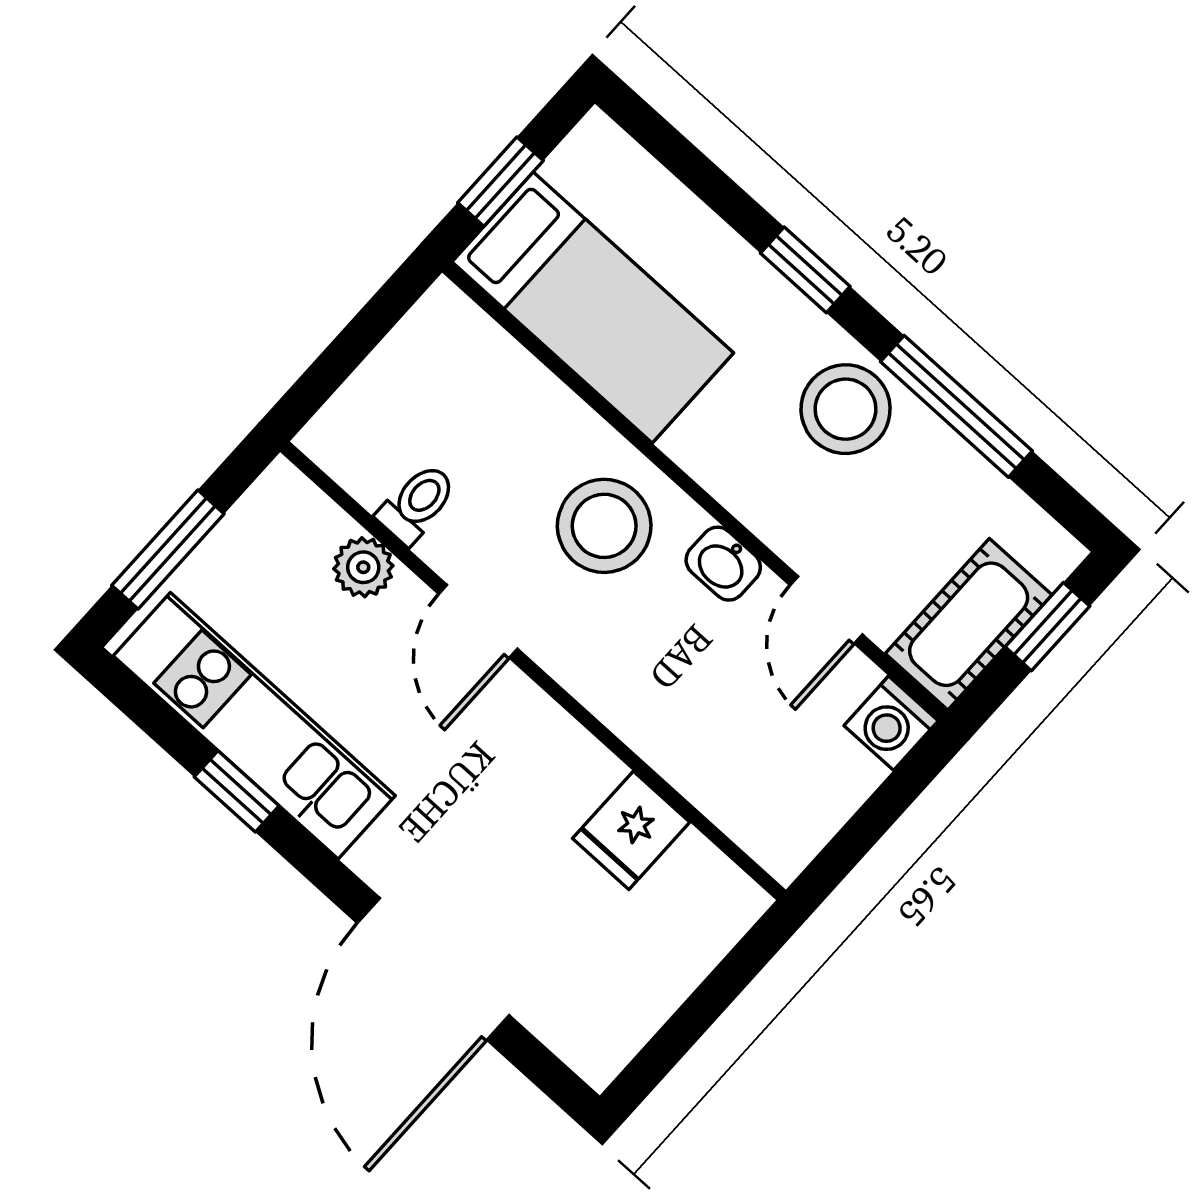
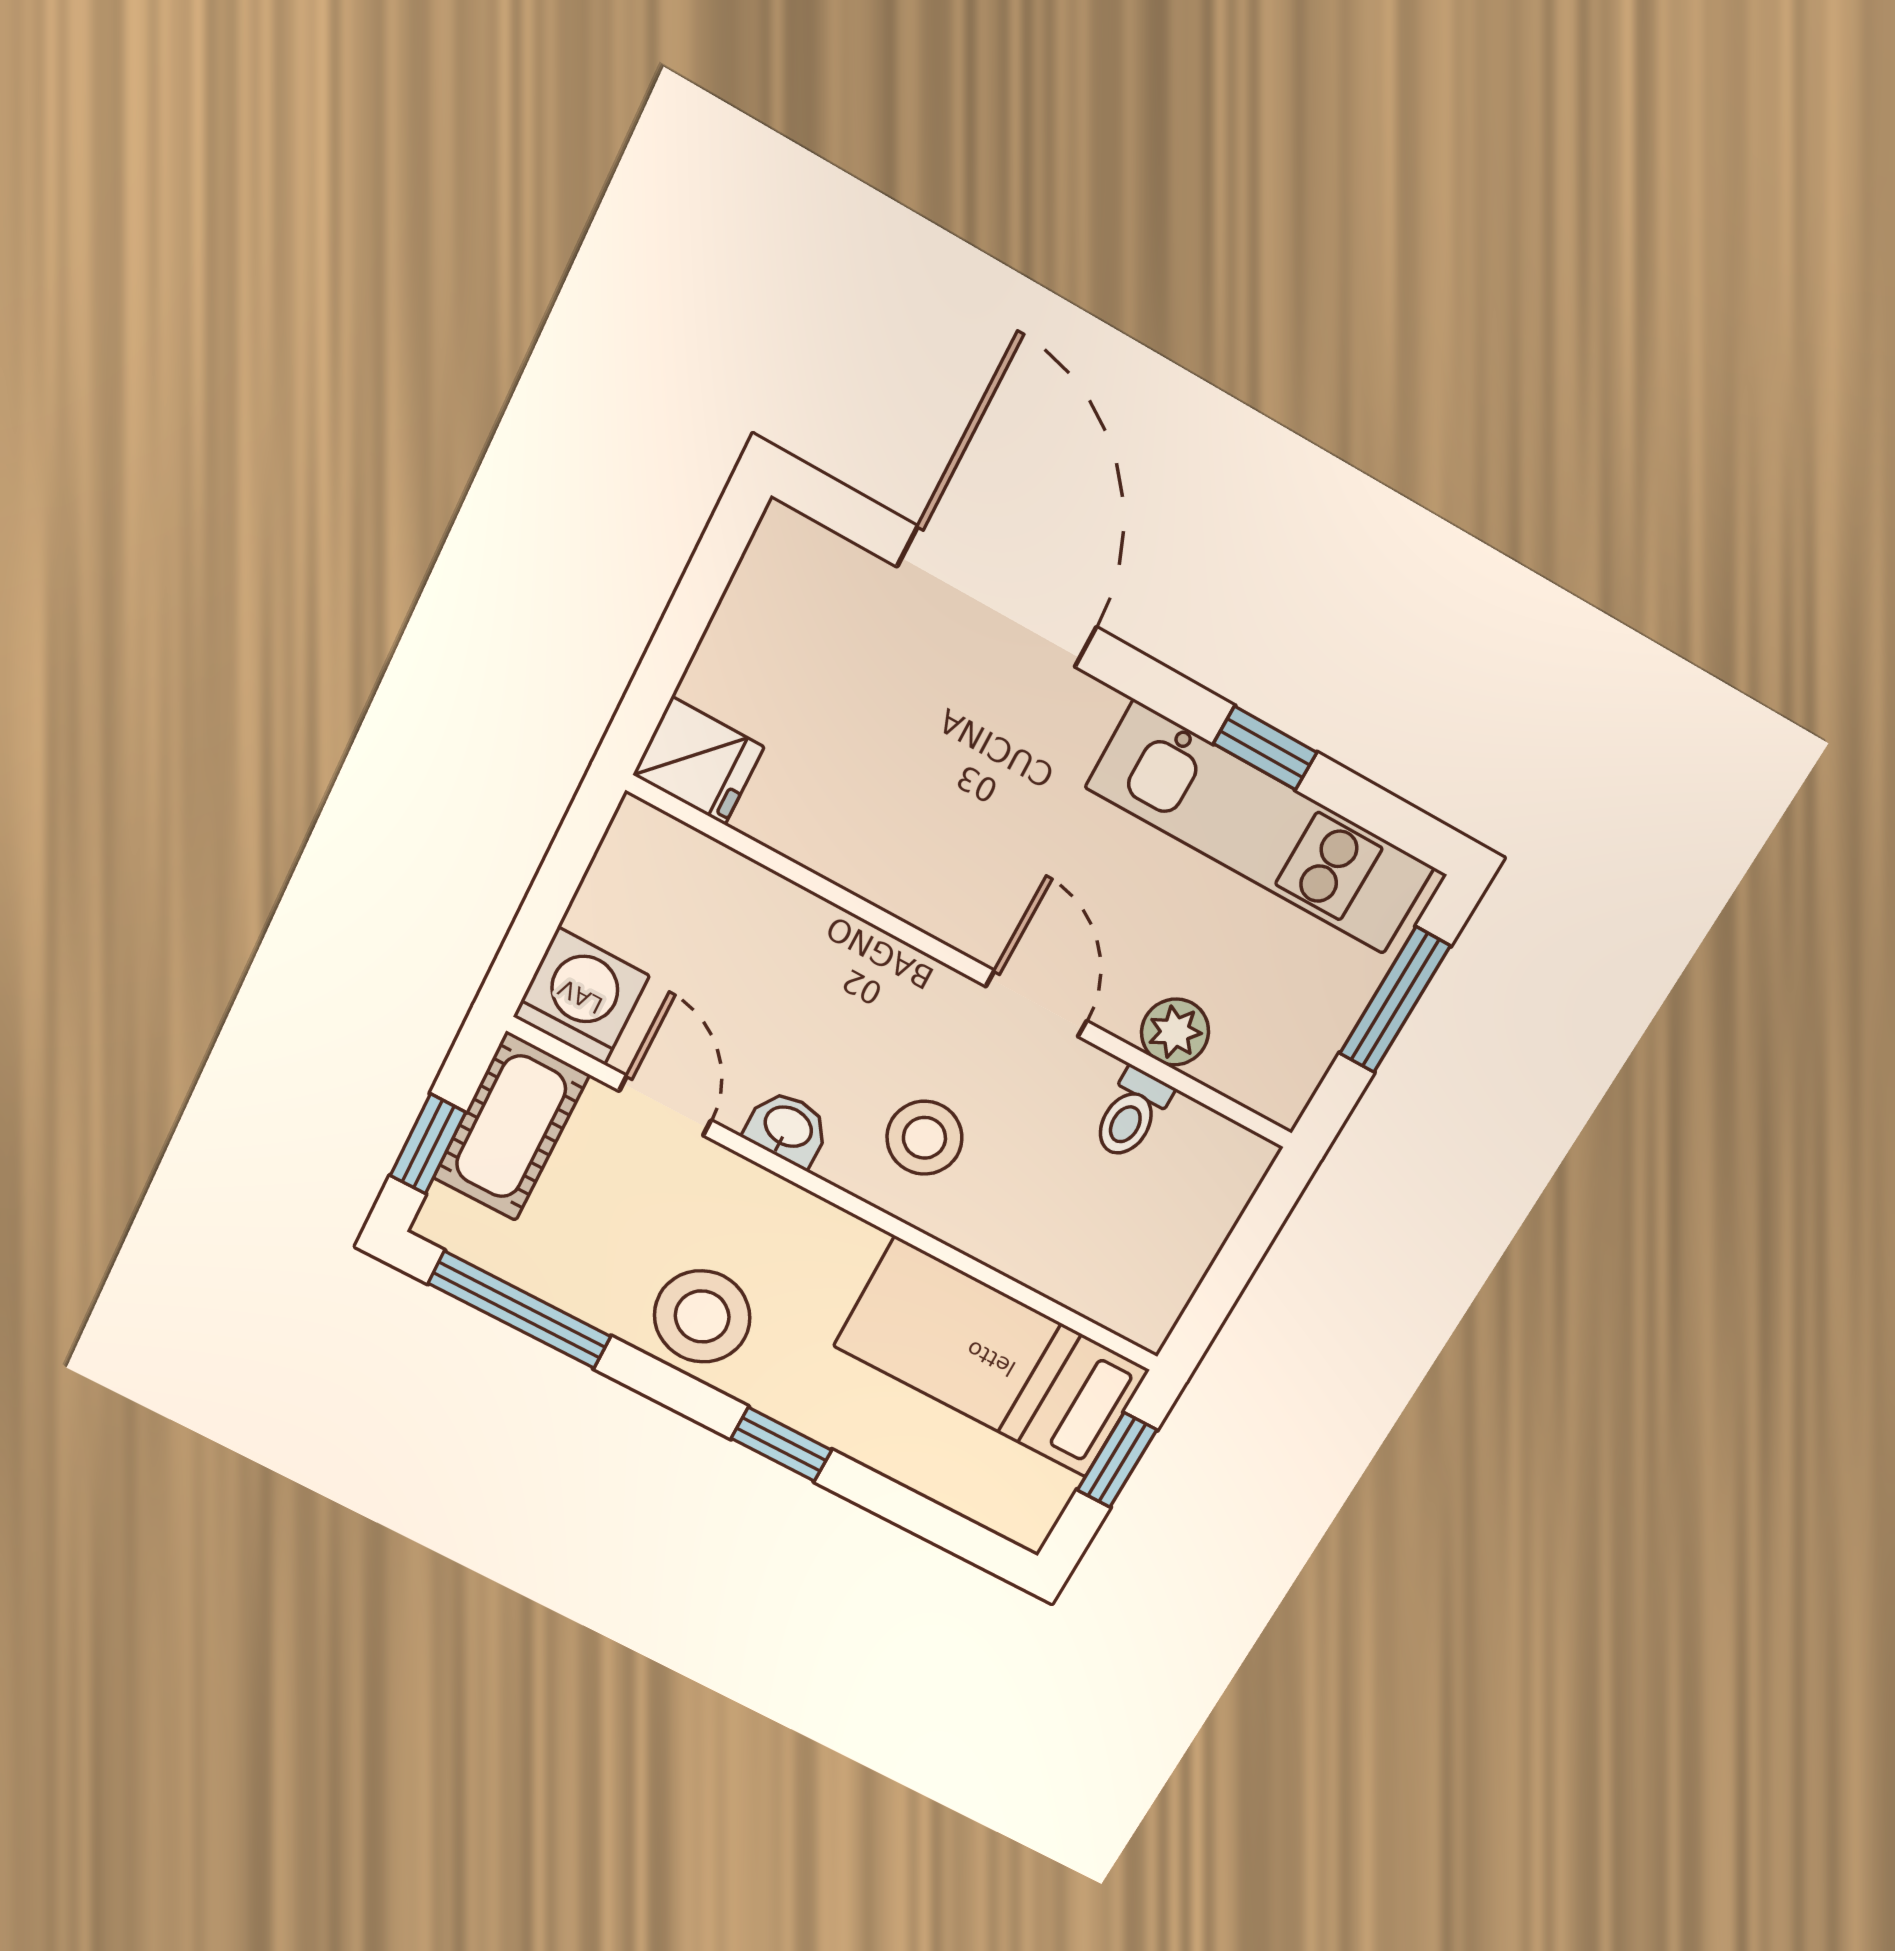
window: (956, 406) -> (520, 1310), moved
stool: (604, 526) -> (924, 1138), width x0.73, depth x0.73
washing machine: (891, 723) -> (581, 996), width x1.38, depth x1.38
fridge: (631, 830) -> (698, 761), moved, turned 90

